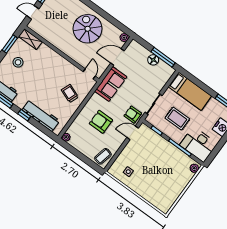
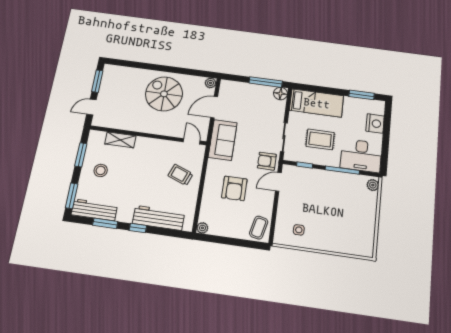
shelving: (30, 39) -> (120, 140), moved
floor lamp: (153, 60) -> (280, 94), moved
armchair: (101, 122) -> (234, 188), turned -90

